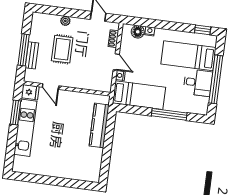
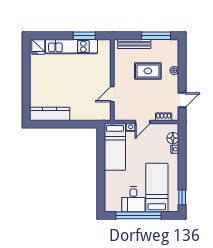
window: (24, 50) -> (156, 36), moved
bench: (32, 55) -> (134, 44), width x1.36
door: (51, 86) -> (112, 94), moved
fridge: (30, 92) -> (38, 47), moved
window: (169, 114) -> (101, 177), removed
kitchen counter: (99, 125) -> (50, 114), moved

